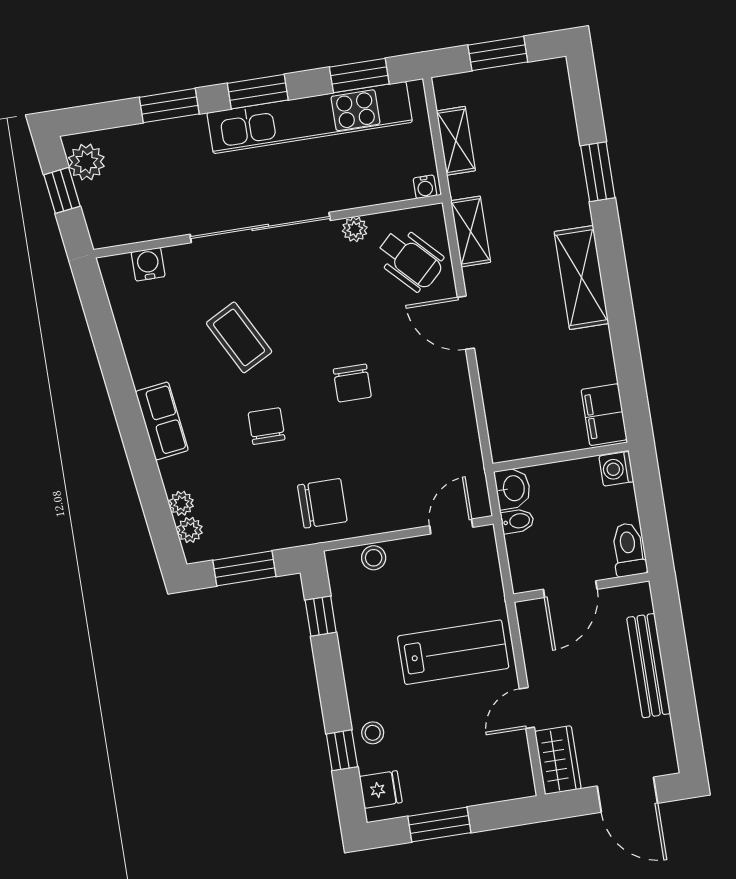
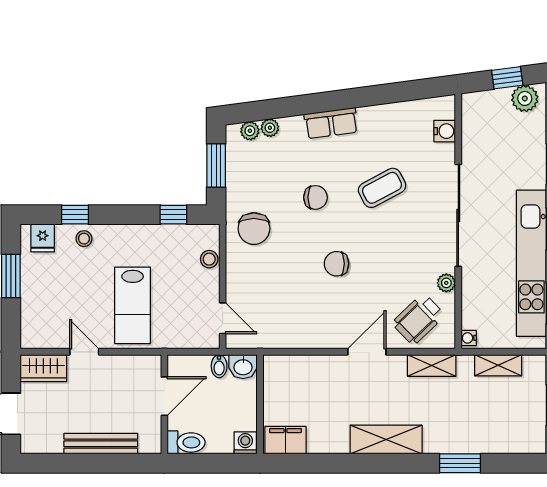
door: (570, 589) -> (164, 396), swing flipped

